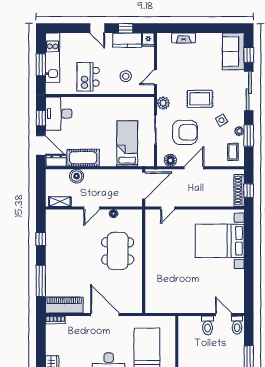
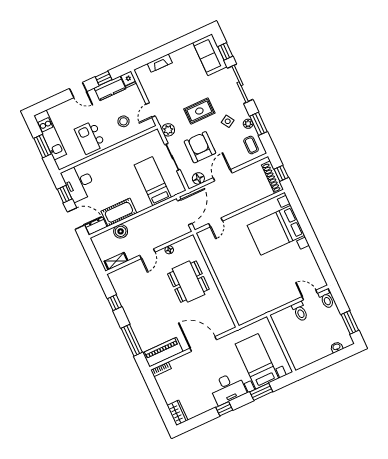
armchair: (185, 132) -> (200, 147), turned -90

